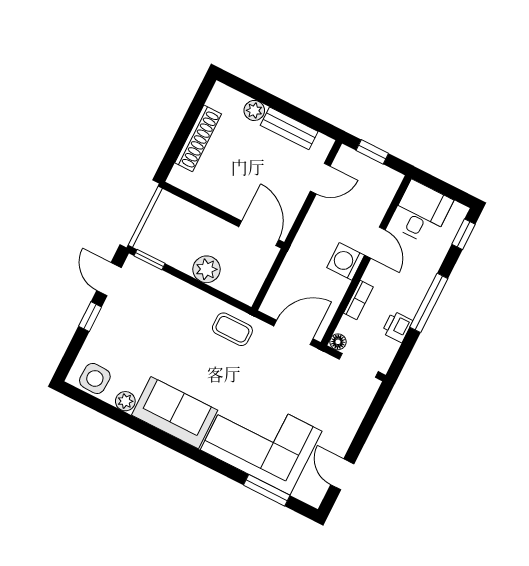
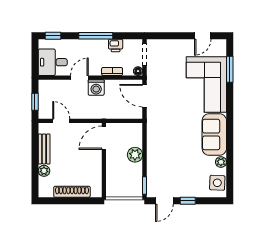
coffee table: (232, 329) -> (158, 127), removed

